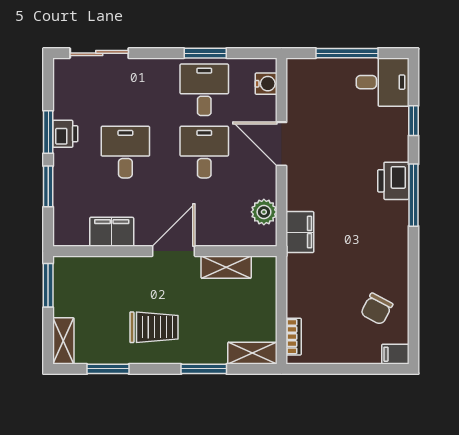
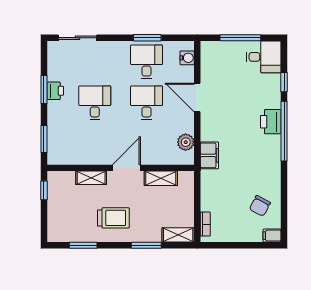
window: (48, 186) -> (44, 139), moved
window: (414, 195) -> (284, 131), width x1.46
filing cabinet: (112, 232) -> (86, 155), removed
window: (48, 285) -> (44, 190), width x0.67
shelving: (63, 341) -> (91, 178), moved, turned 90

